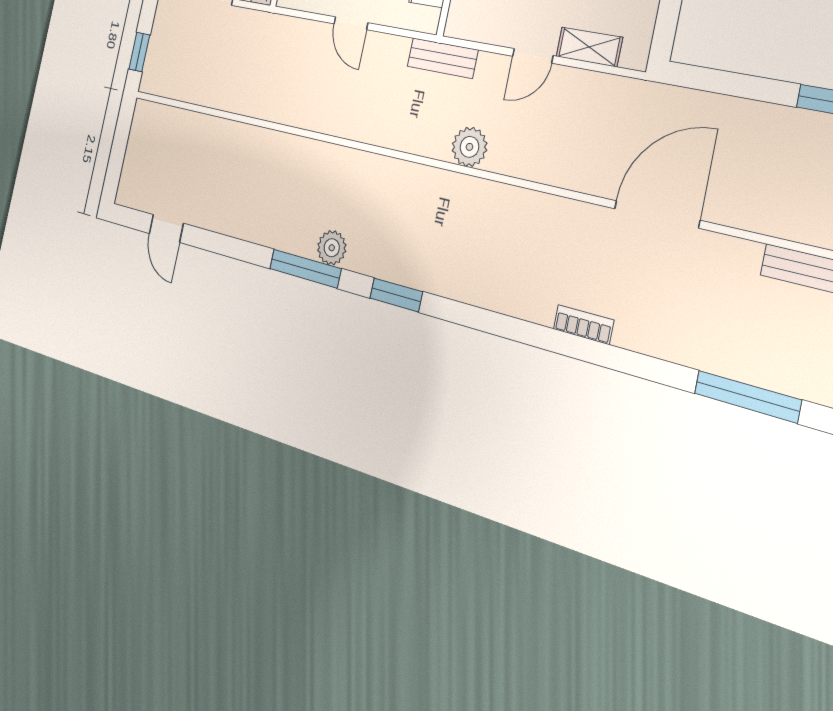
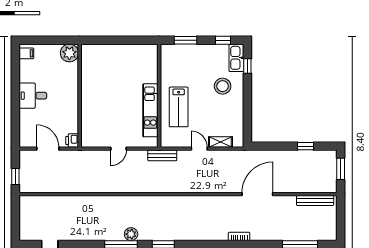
door: (351, 23) -> (119, 149), hinge flipped
door: (533, 56) -> (199, 149), swing flipped
plant: (469, 147) -> (181, 185), removed

